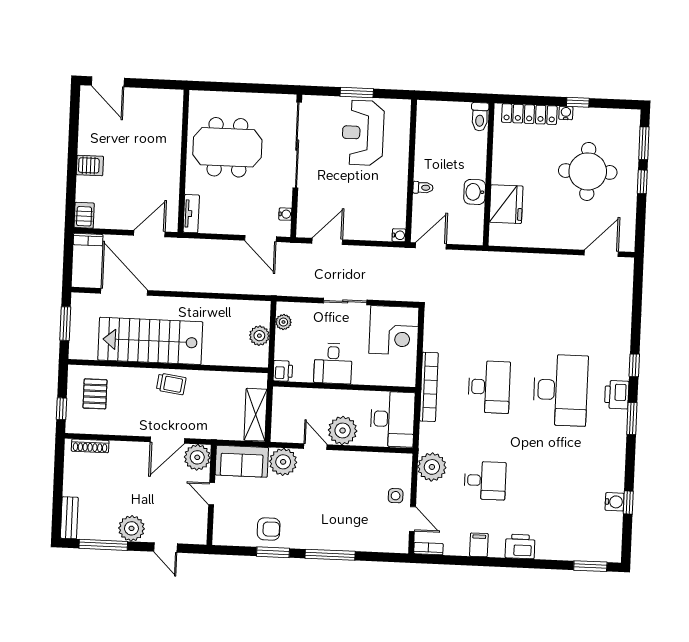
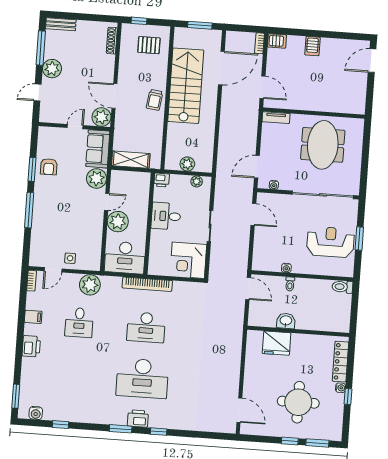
toilet: (480, 117) -> (342, 287), moved
water cooler: (399, 235) -> (286, 268), moved
water cooler: (615, 502) -> (36, 413), moved

